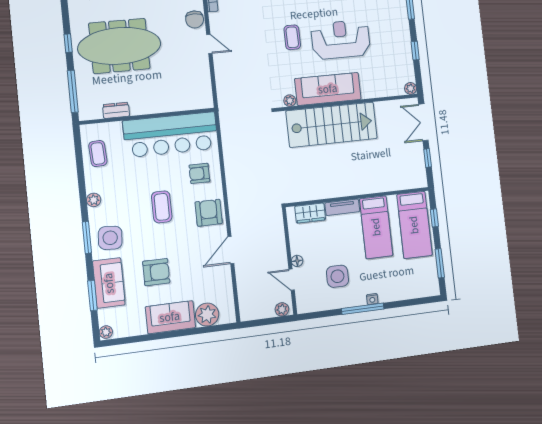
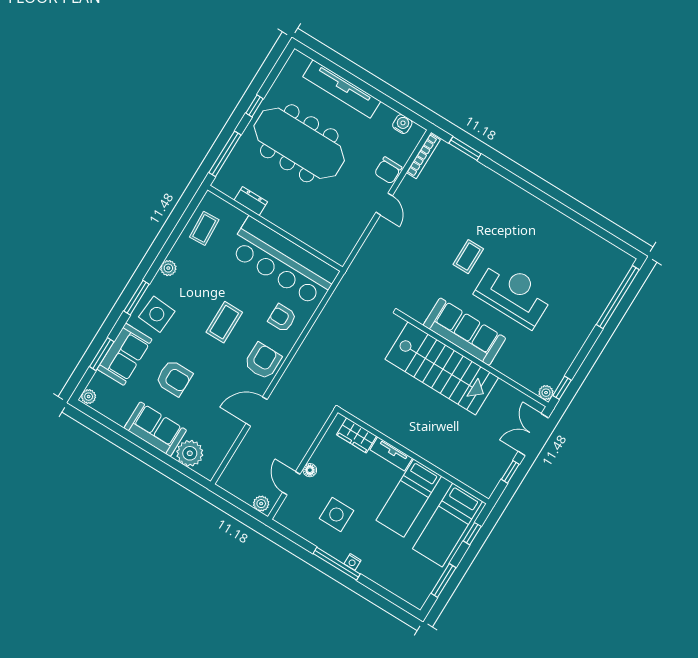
window: (415, 51) -> (562, 388), moved
plant: (290, 101) -> (419, 315), removed

